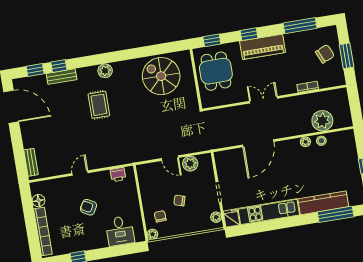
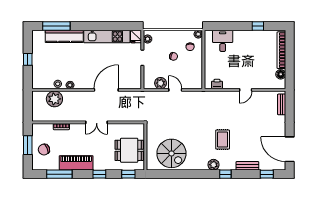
piano: (263, 47) -> (76, 163), moved
window: (59, 66) -> (225, 174), moved
dining table: (216, 71) -> (129, 150), turned 90
armchair: (88, 207) -> (244, 63), removed

